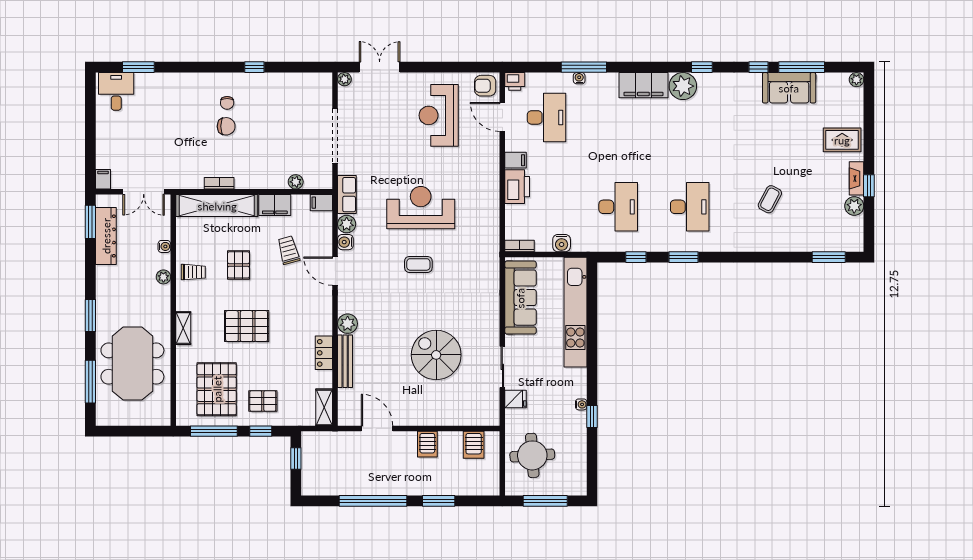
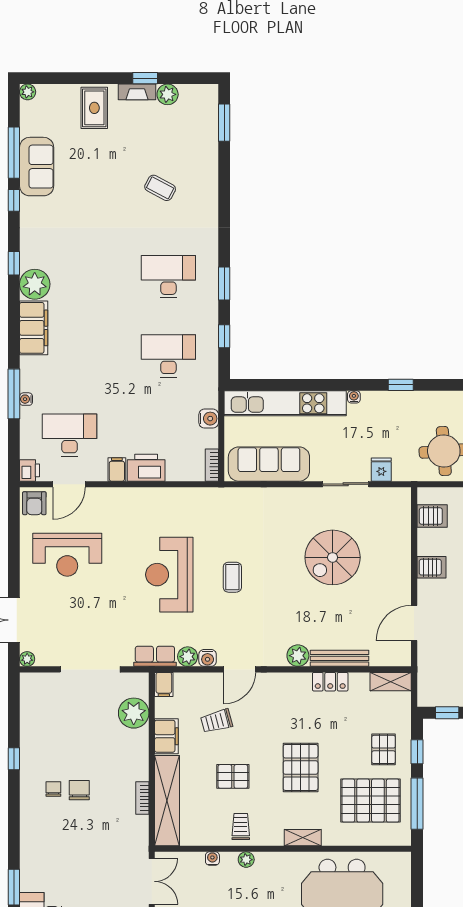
chair: (227, 103) -> (53, 789), turned -90
plant: (296, 182) -> (134, 713), width x1.88, depth x1.88
water cooler: (581, 404) -> (354, 397), moved

